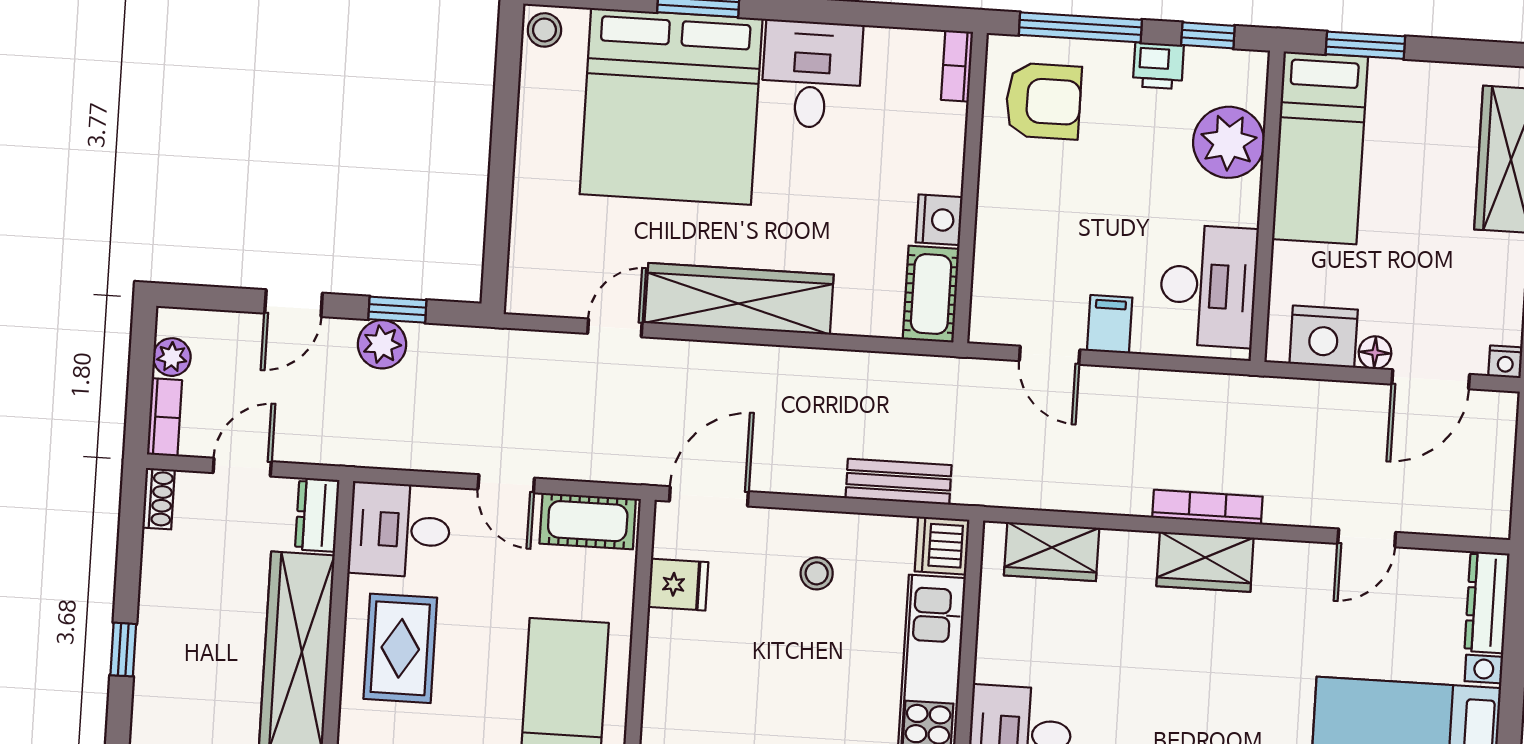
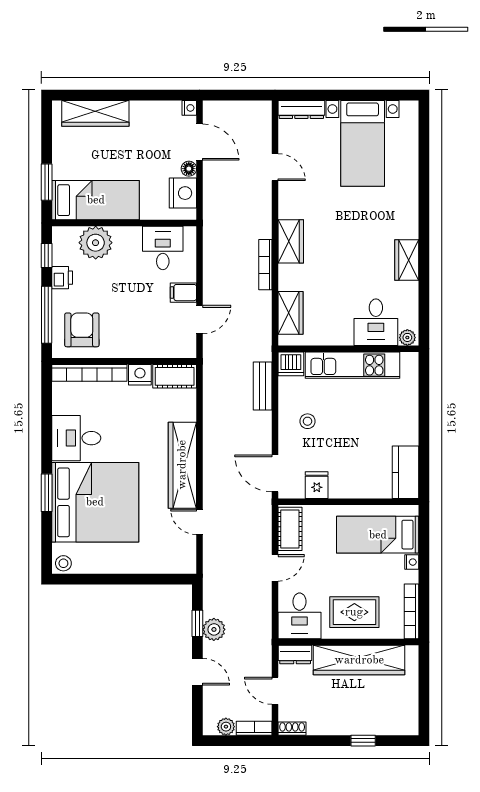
bookcase: (957, 66) -> (89, 373), width x2.31, depth x1.31
desk: (1208, 286) -> (163, 248), width x0.73
bookcase: (1207, 507) -> (265, 265), moved

